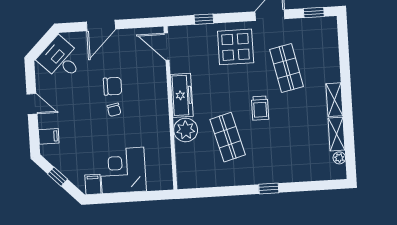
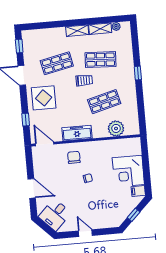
door: (167, 47) -> (45, 144), swing flipped
chair: (113, 86) -> (74, 157), moved
door: (32, 104) -> (85, 233), hinge flipped
plant: (186, 130) -> (116, 128), moved
shop shelf: (291, 133) -> (101, 60), added
filing cabinet: (49, 136) -> (107, 221), removed

